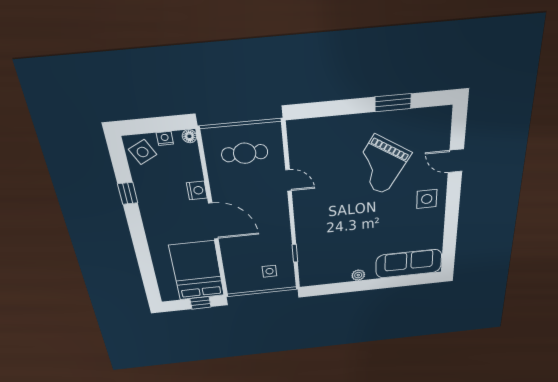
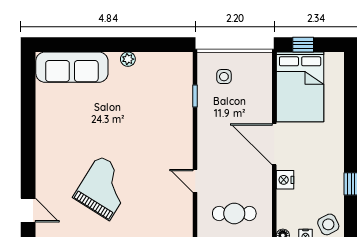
door: (456, 161) -> (28, 210), moved
side table: (427, 199) -> (56, 145), removed

